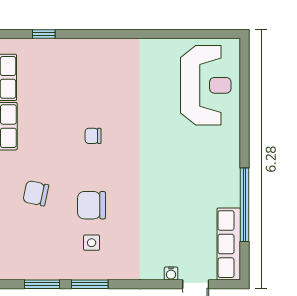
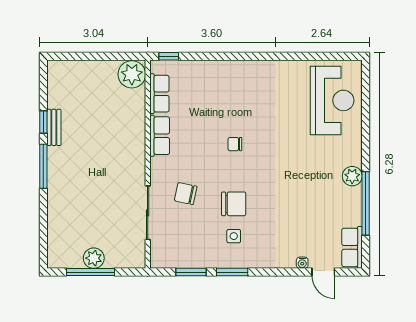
window: (44, 34) -> (169, 56), moved
plant: (229, 173) -> (352, 176), added
chair: (92, 205) -> (234, 204), turned 180
row of seats: (229, 244) -> (352, 247), width x0.68

